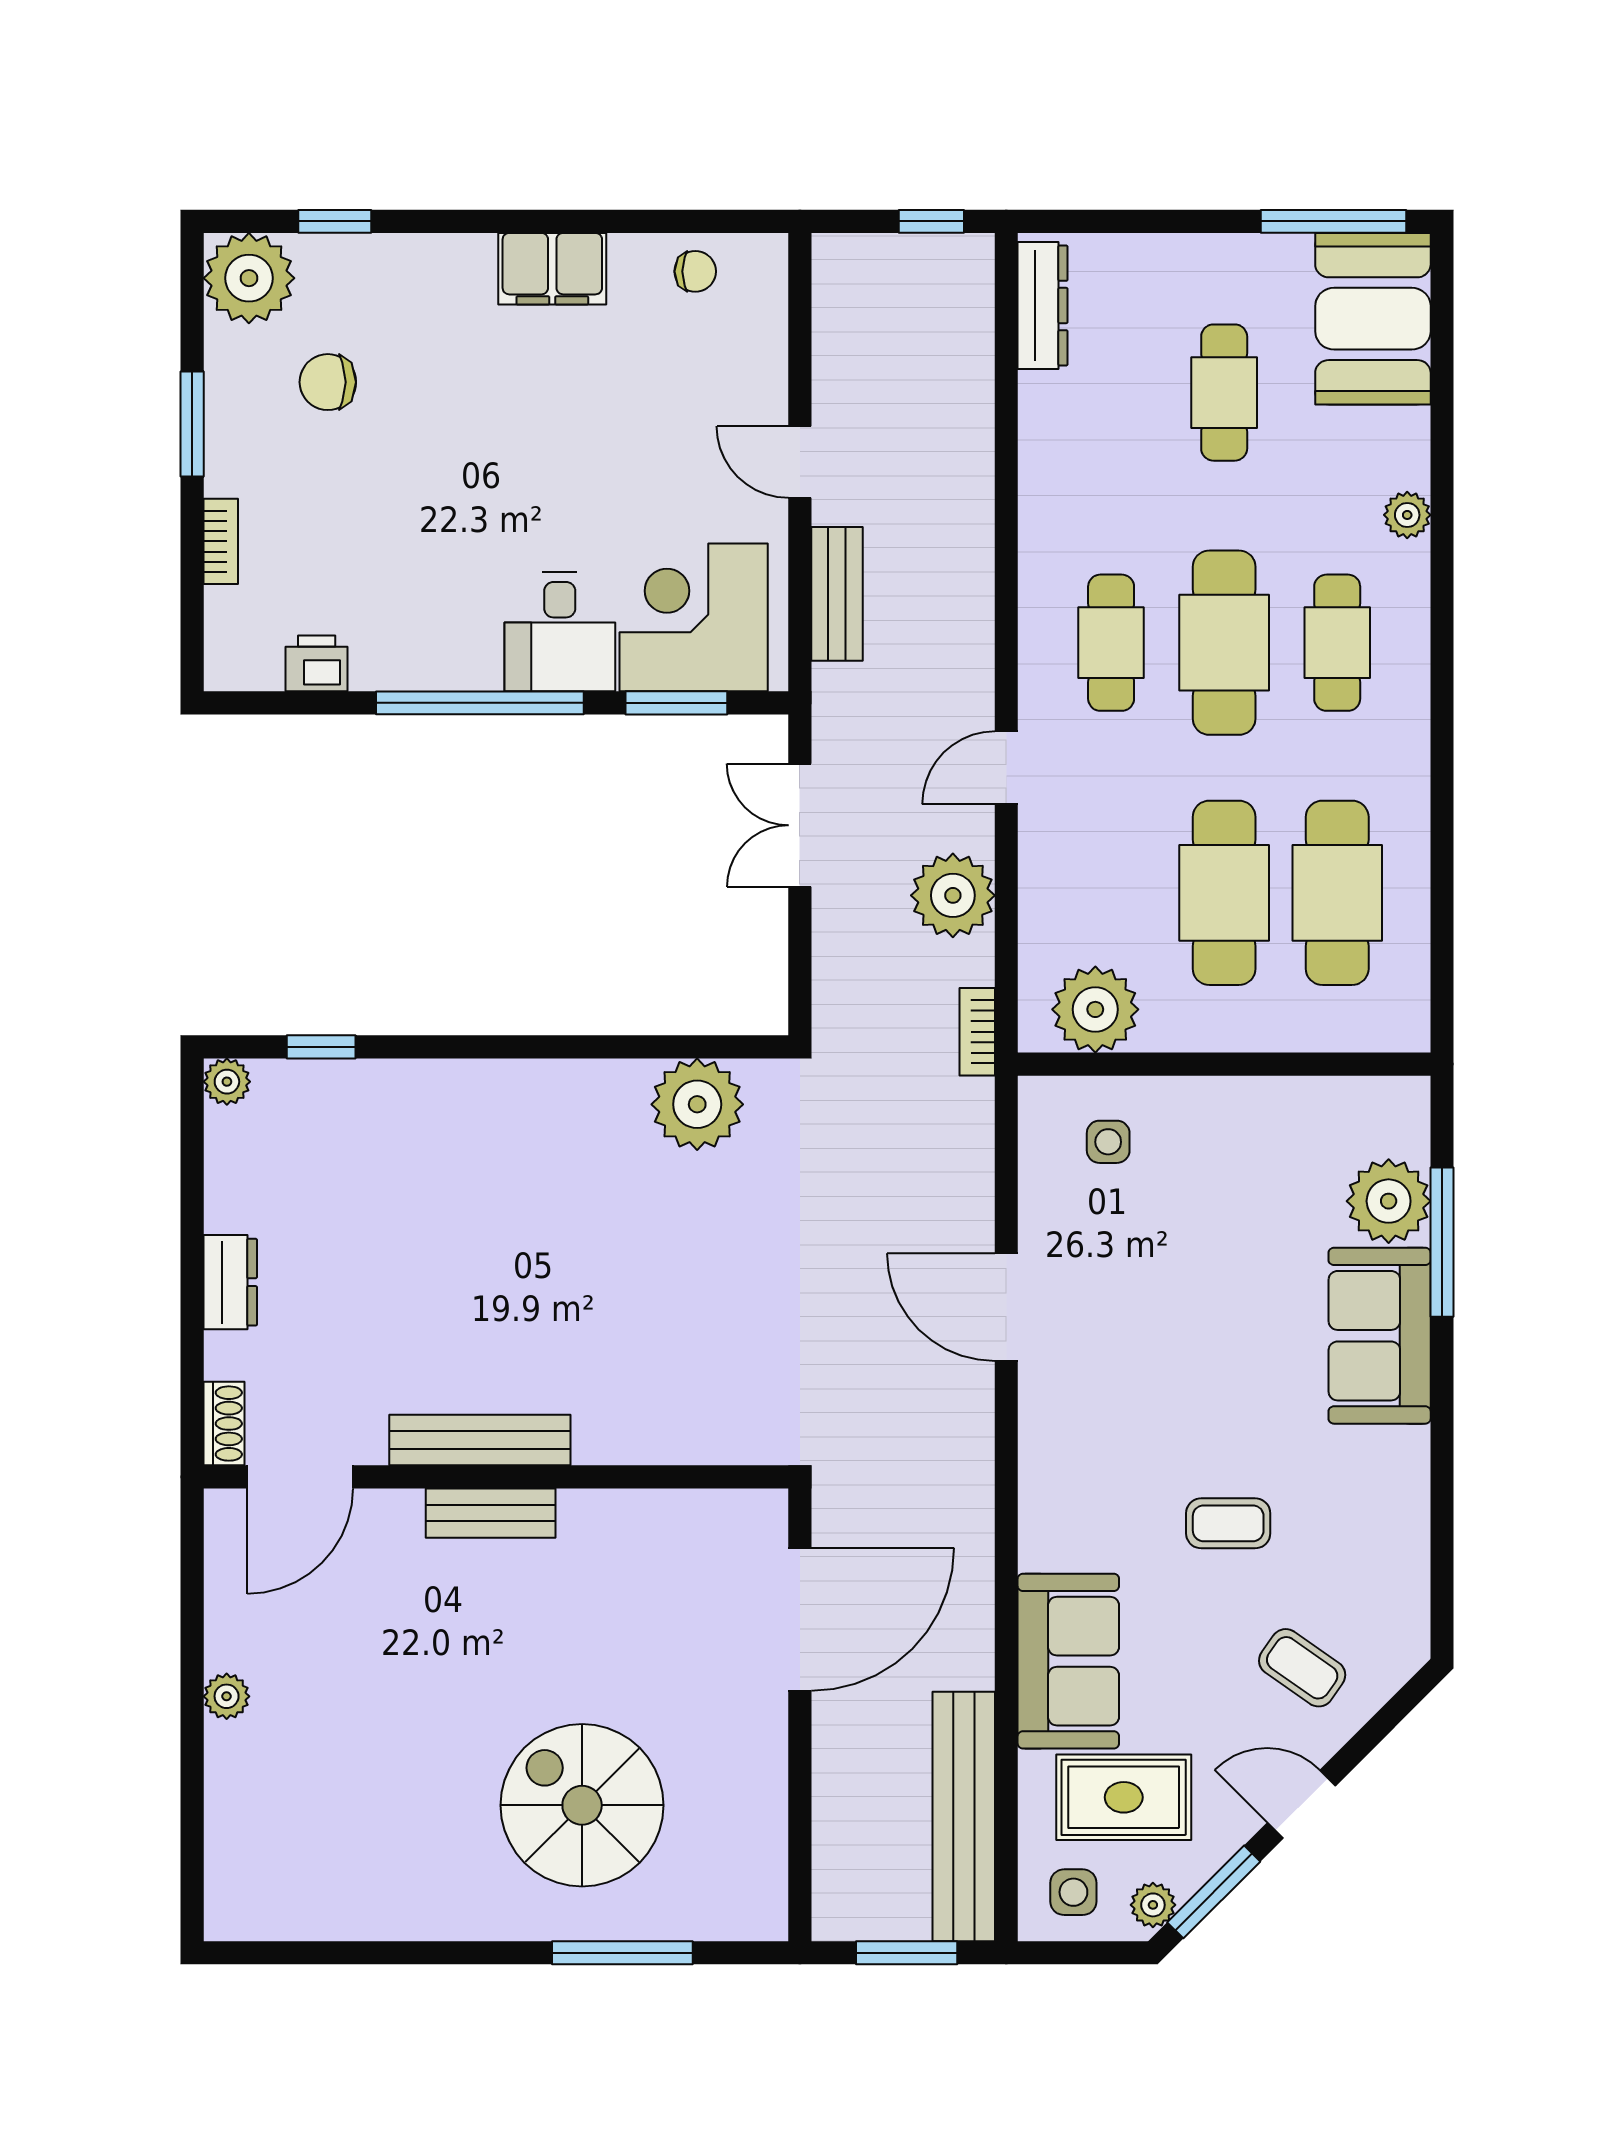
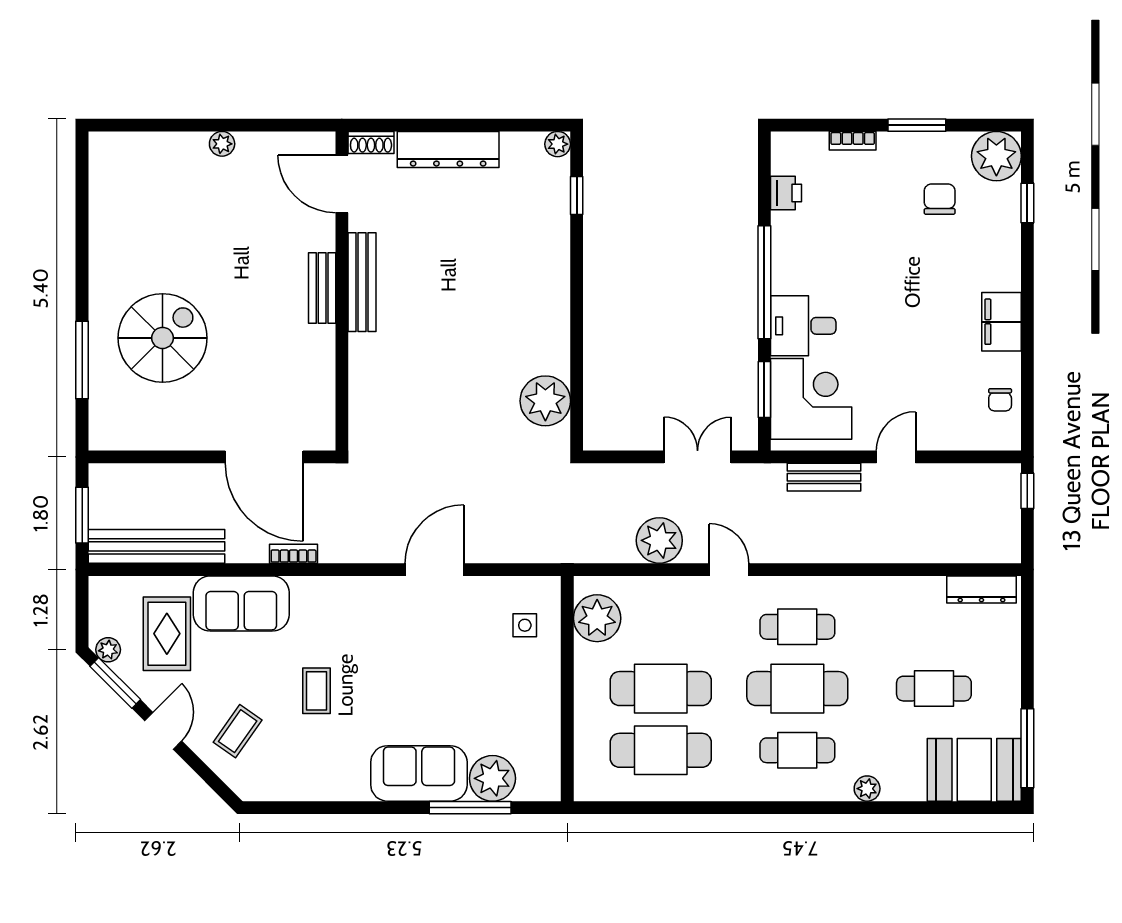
window: (931, 221) -> (1027, 491), moved
bookcase: (977, 1032) -> (294, 554), moved
dresser: (230, 1282) -> (448, 149), width x1.96, depth x1.24
side table: (1073, 1892) -> (115, 606), removed

